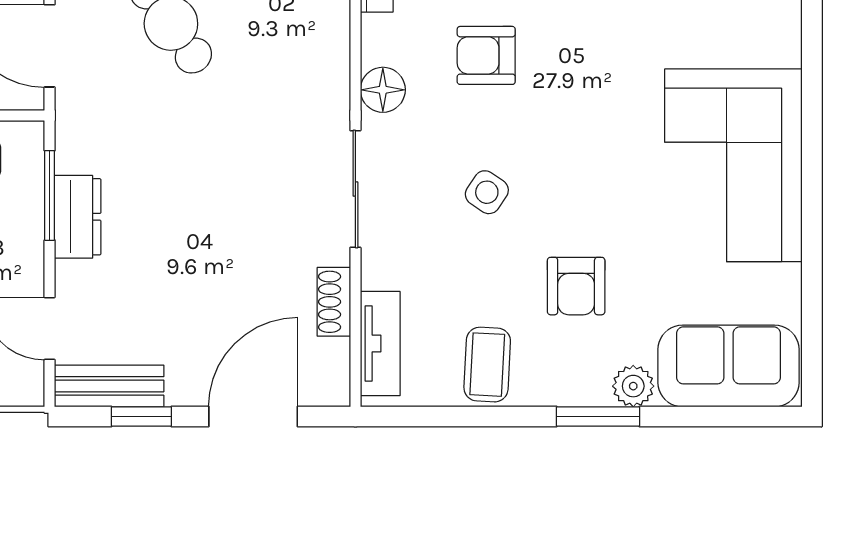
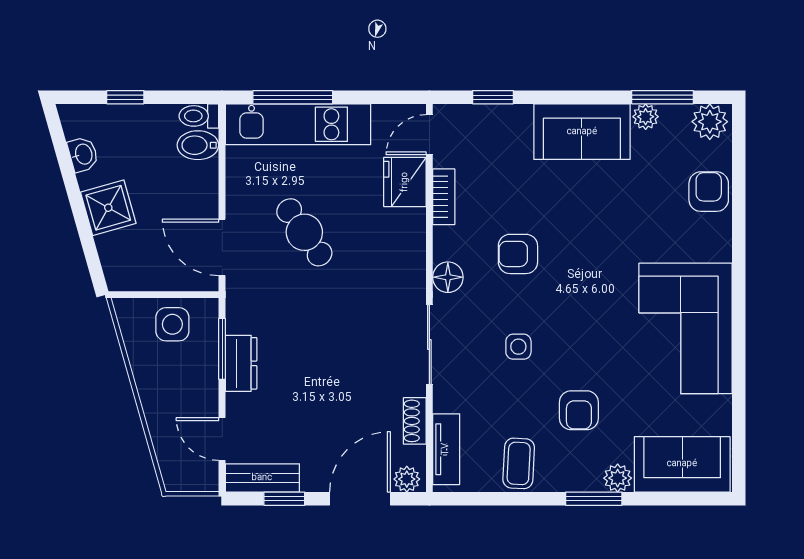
side table: (487, 192) -> (518, 347), turned -34
plant: (322, 388) -> (407, 479), added

